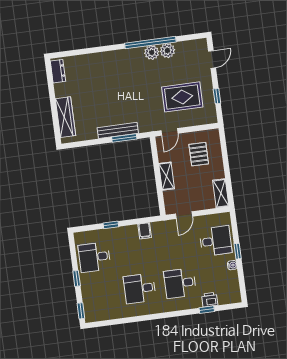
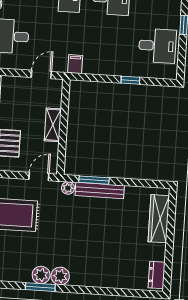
window: (150, 43) -> (40, 287), width x0.47
plant: (167, 51) -> (60, 276), moved
plant: (144, 127) -> (68, 188), added
filing cabinet: (145, 231) -> (75, 64), moved

